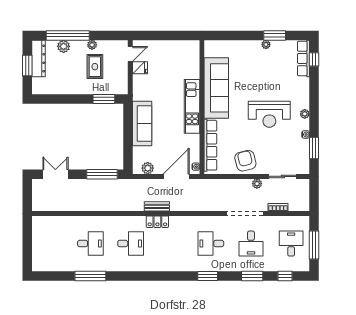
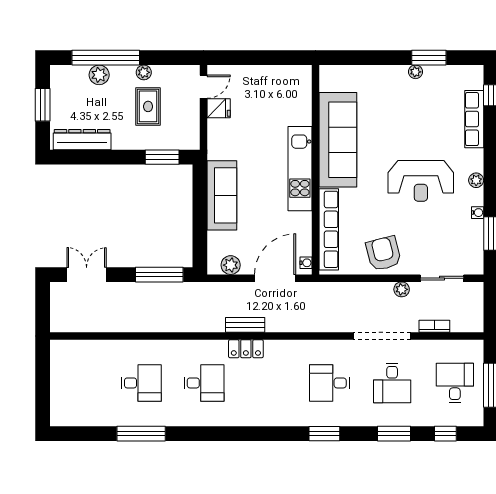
row of seats: (303, 58) -> (474, 119), moved
dresser: (39, 59) -> (82, 140), moved, turned -90

